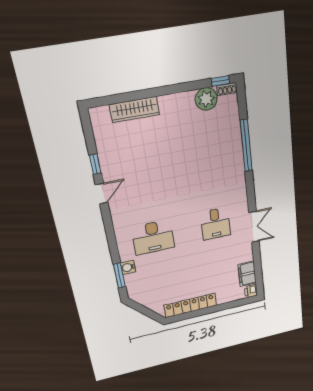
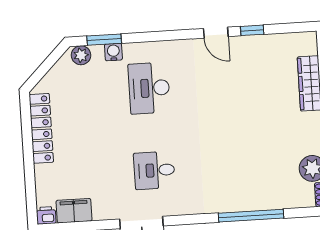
plant: (134, 289) -> (81, 55), added

